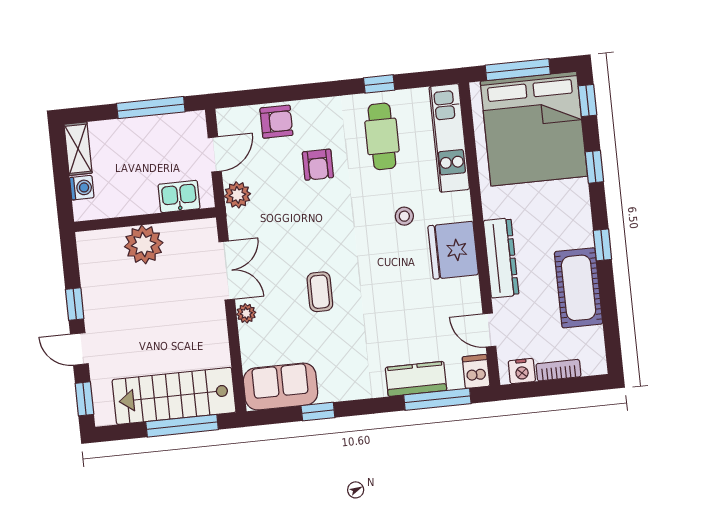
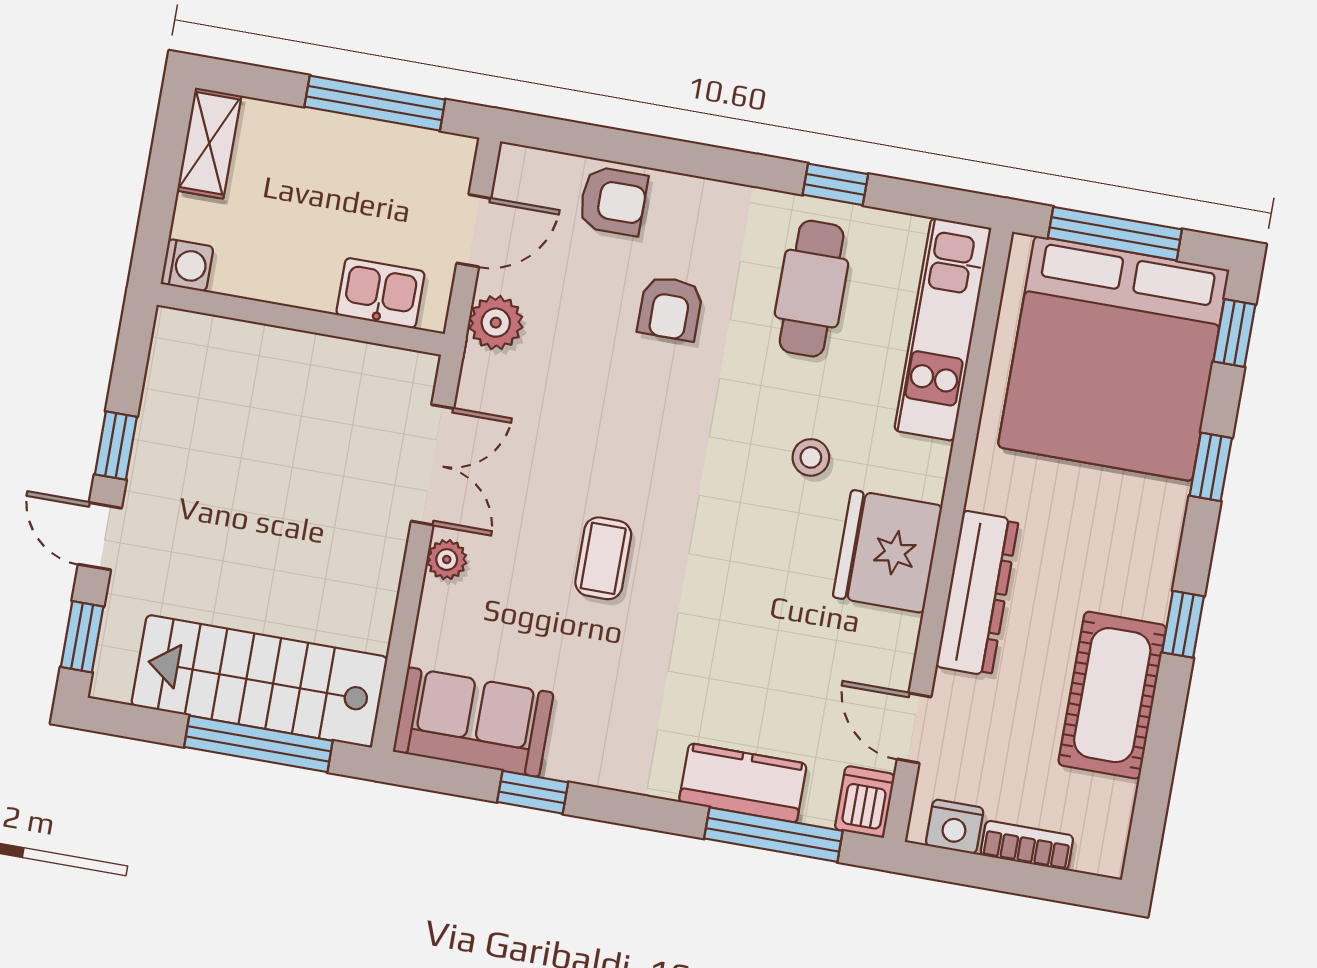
washing machine: (82, 188) -> (187, 265), moved
plant: (144, 245) -> (284, 367), removed

